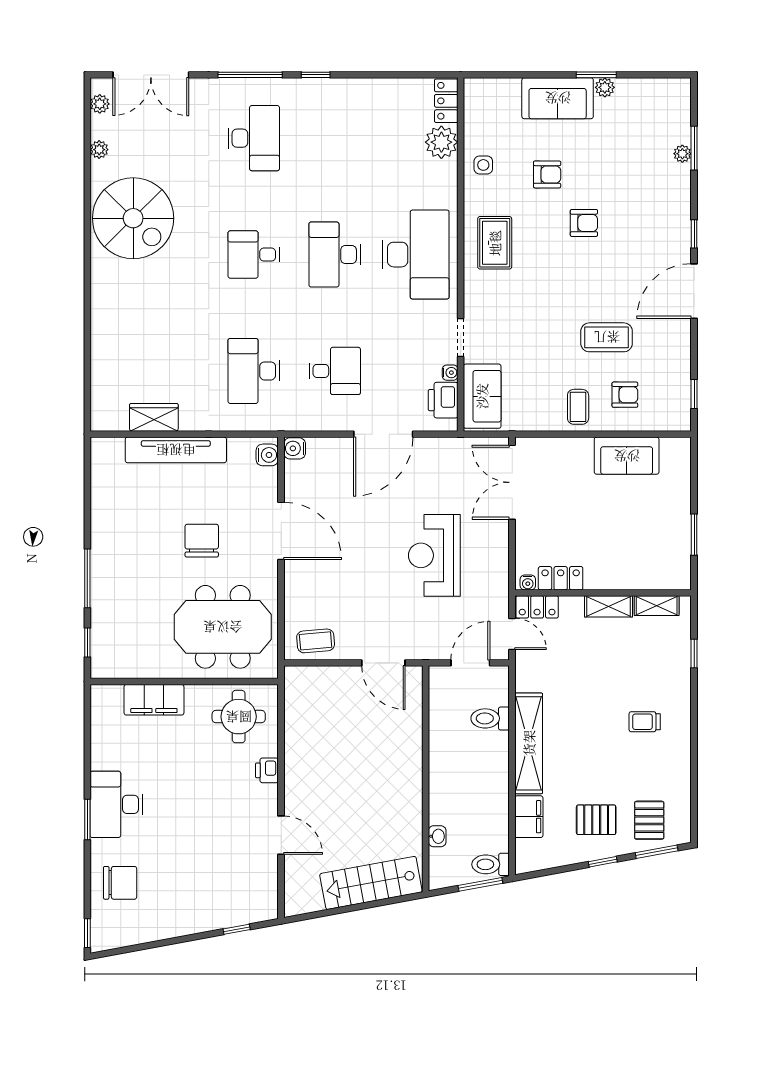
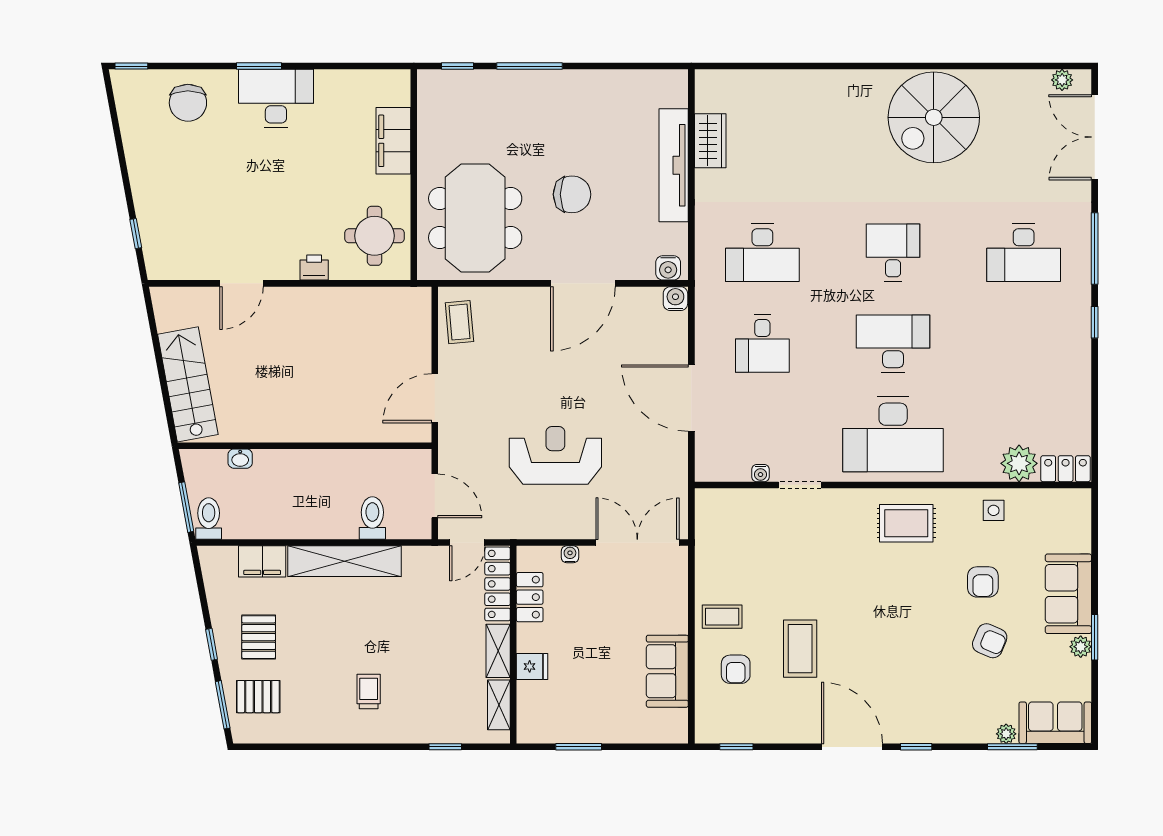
plant: (99, 150) -> (1011, 79), removed
armchair: (584, 223) -> (990, 641), moved, turned -67
desk: (254, 371) -> (762, 253), turned 180
sofa: (482, 396) -> (1055, 723), moved, turned 180
printer: (443, 400) -> (730, 465), removed
fridge: (622, 576) -> (532, 666), added
water cooler: (528, 582) -> (570, 554), moved, turned 90
locker: (537, 607) -> (498, 584), width x1.53

